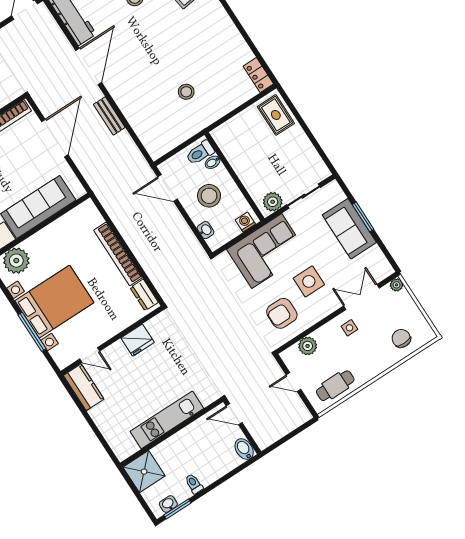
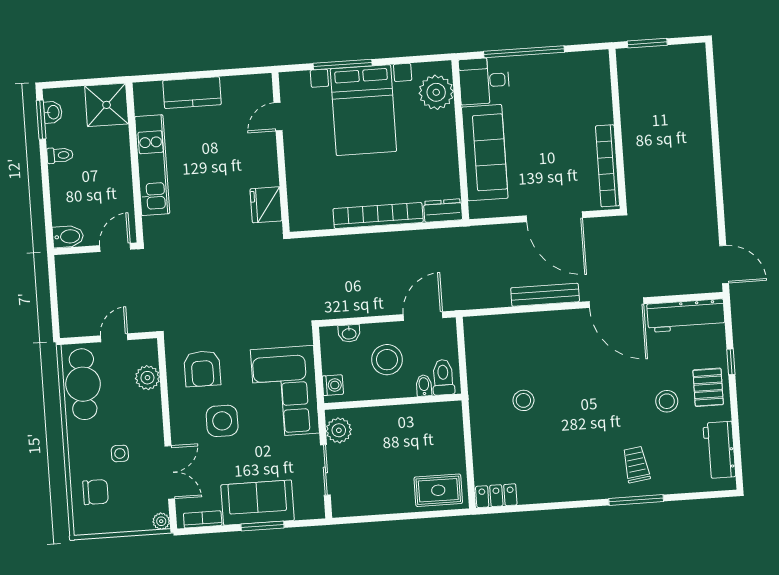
bench: (109, 116) -> (545, 295), width x1.36
bookcase: (380, 258) -> (203, 519), added
dresser: (144, 295) -> (443, 210), moved
armchair: (282, 313) -> (202, 369), turned 180
side table: (349, 328) -> (120, 453), moved
fridge: (138, 340) -> (266, 205), moved
cafe table: (335, 386) -> (83, 384), width x1.37, depth x1.35
kitchen counter: (84, 387) -> (192, 93), moved

